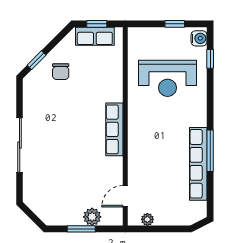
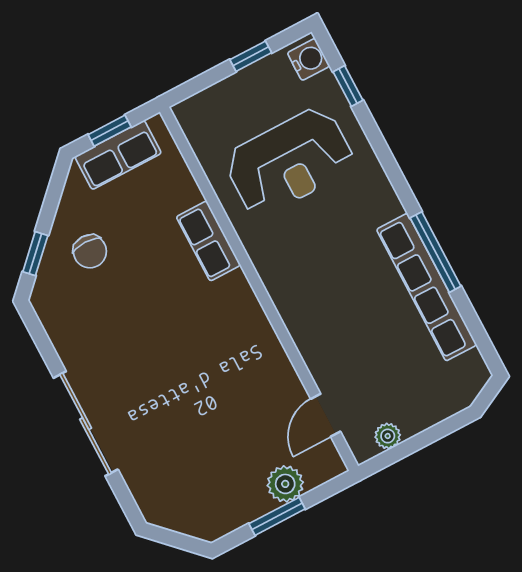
row of seats: (114, 129) -> (208, 241), moved, width x0.68

